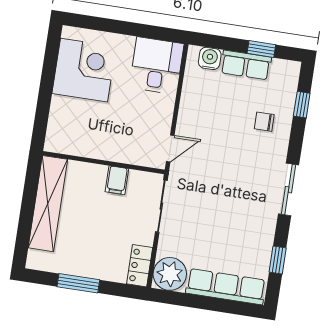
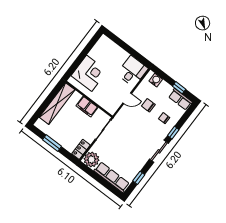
row of seats: (246, 65) -> (180, 99), moved
corner desk: (84, 70) -> (89, 73), moved
window: (302, 105) -> (173, 133), moved
chair: (222, 113) -> (148, 105), added
door: (170, 148) -> (127, 98), moved
filing cabinet: (117, 180) -> (87, 107), width x2.00

